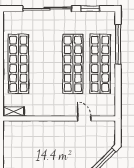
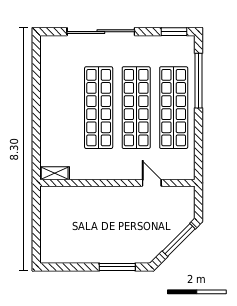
window: (90, 9) -> (174, 32), moved
shop shelf: (18, 64) -> (99, 108), moved

